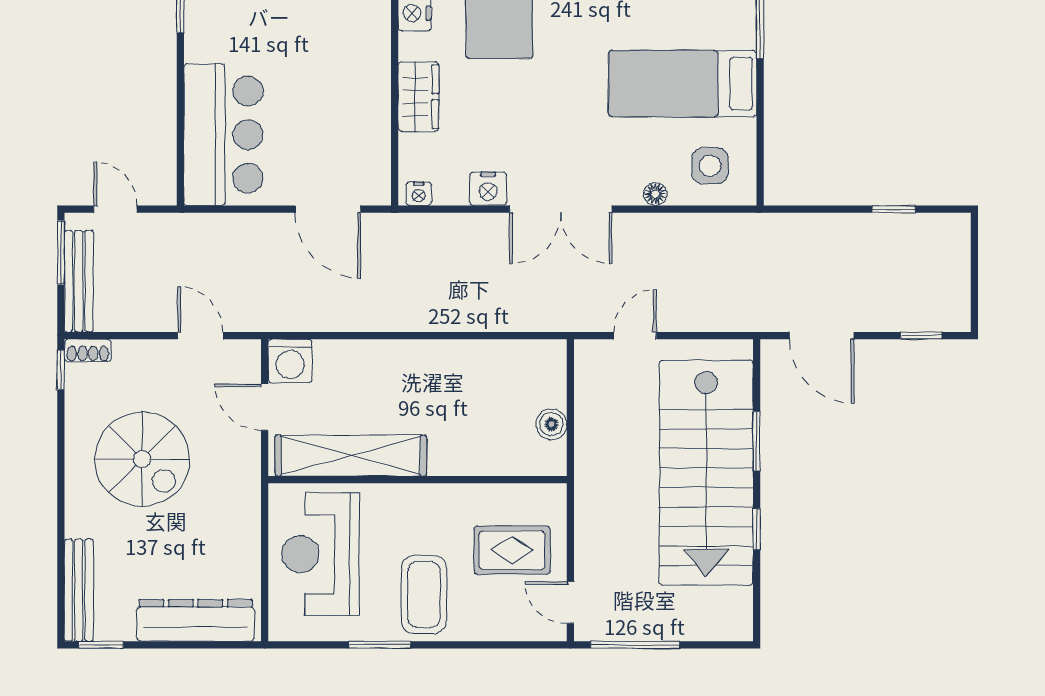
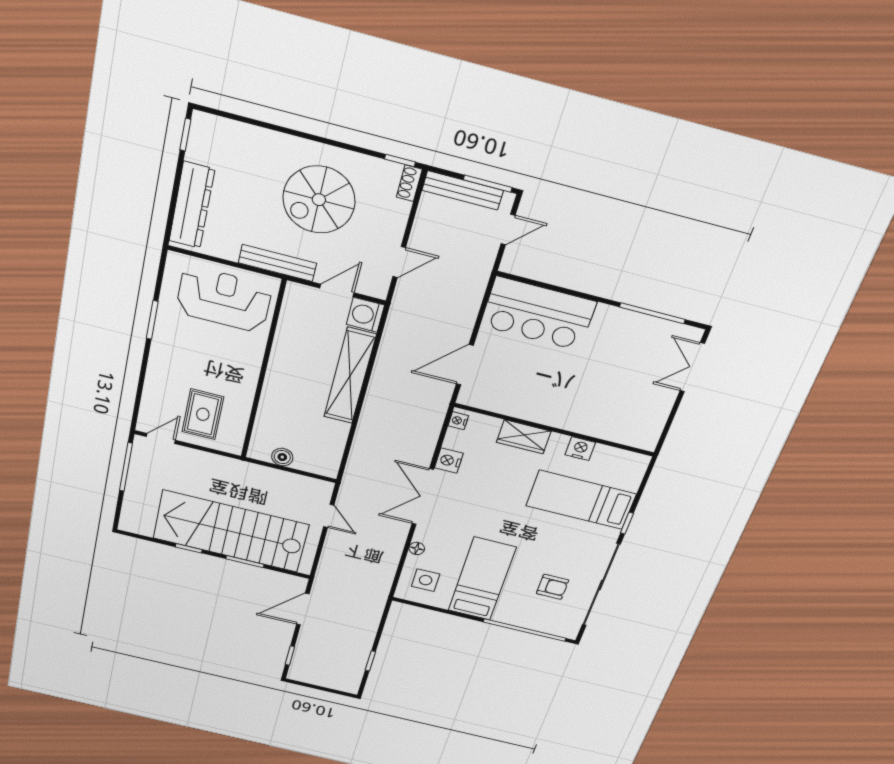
shelving: (351, 456) -> (350, 376), moved
bench: (79, 590) -> (277, 263), moved
coffee table: (424, 594) -> (183, 355), removed

